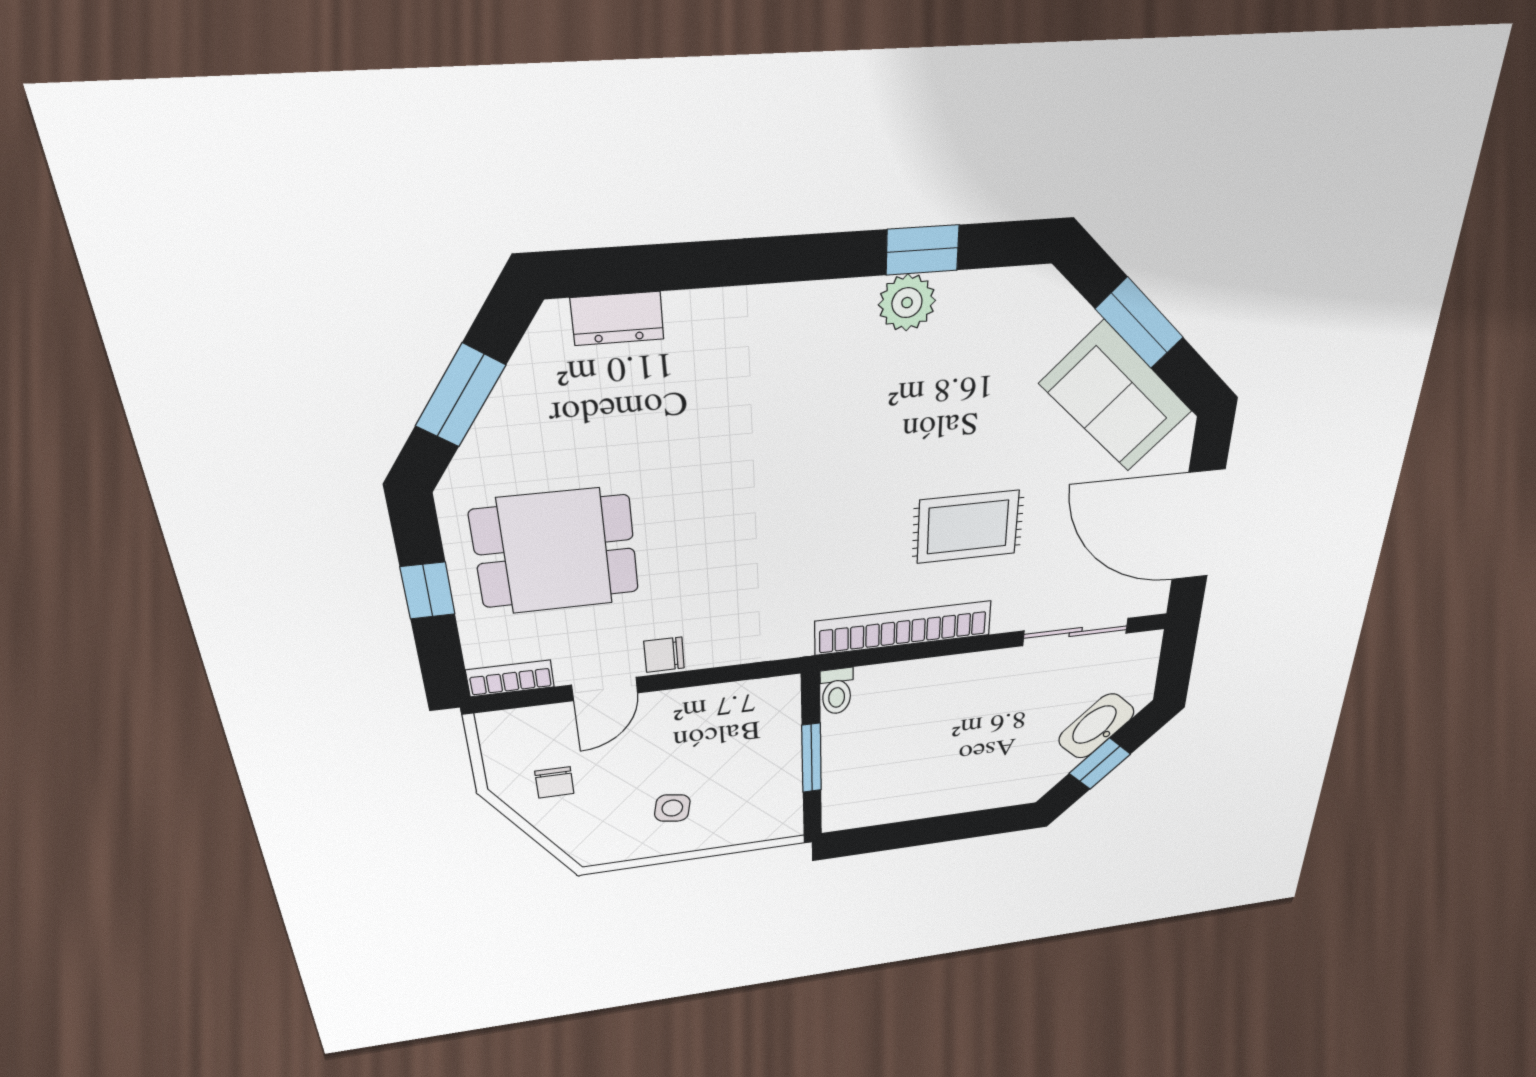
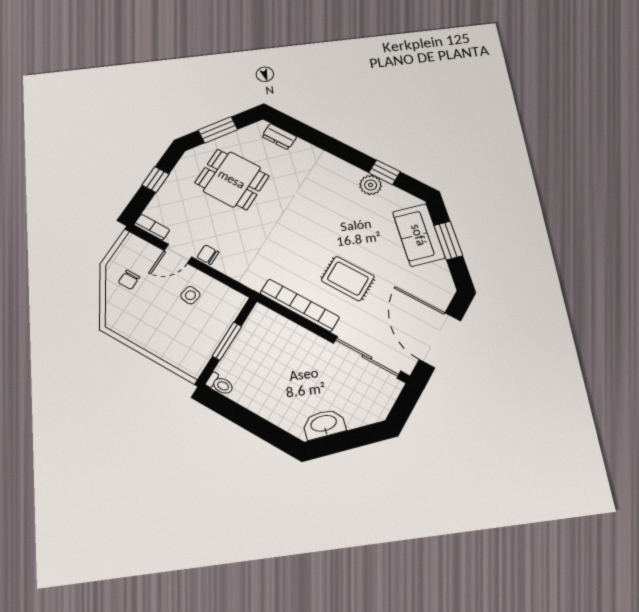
sofa: (1116, 397) -> (419, 235), moved
dining table: (555, 552) -> (232, 179), moved
sliding door: (1076, 632) -> (367, 357), width x1.37
toilet: (837, 691) -> (220, 384), moved, turned -90
washbasin: (1096, 726) -> (324, 424), moved
window: (1100, 764) -> (345, 441), removed
side table: (672, 808) -> (190, 295), moved

